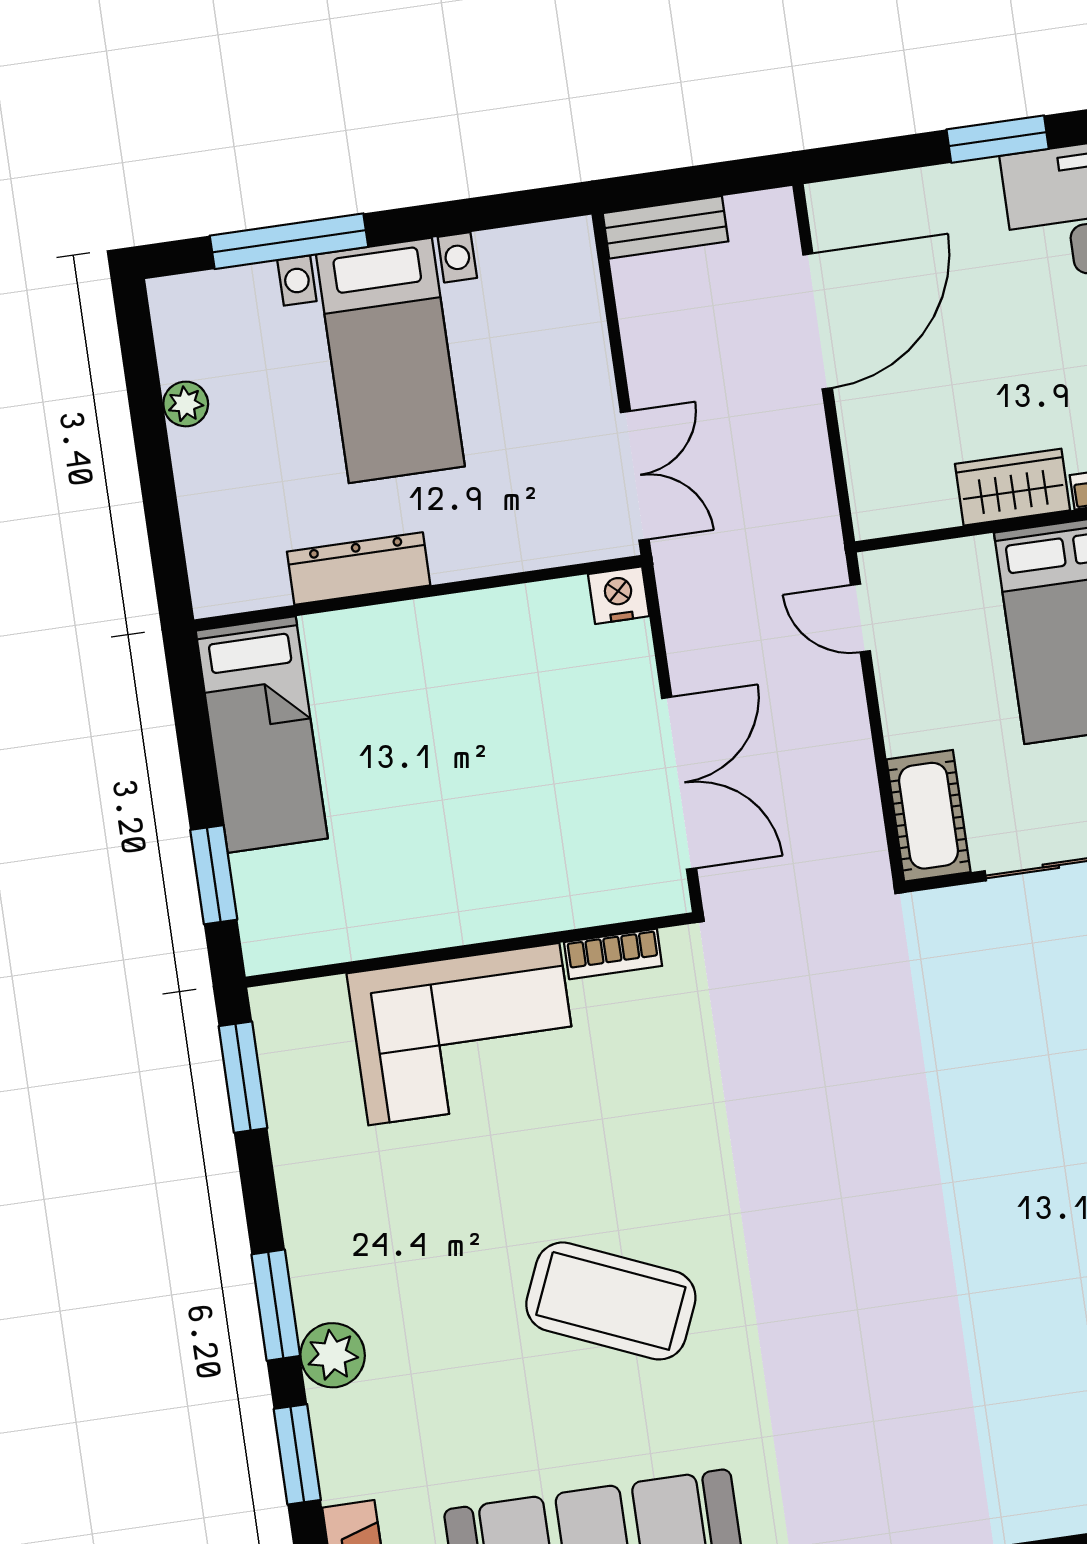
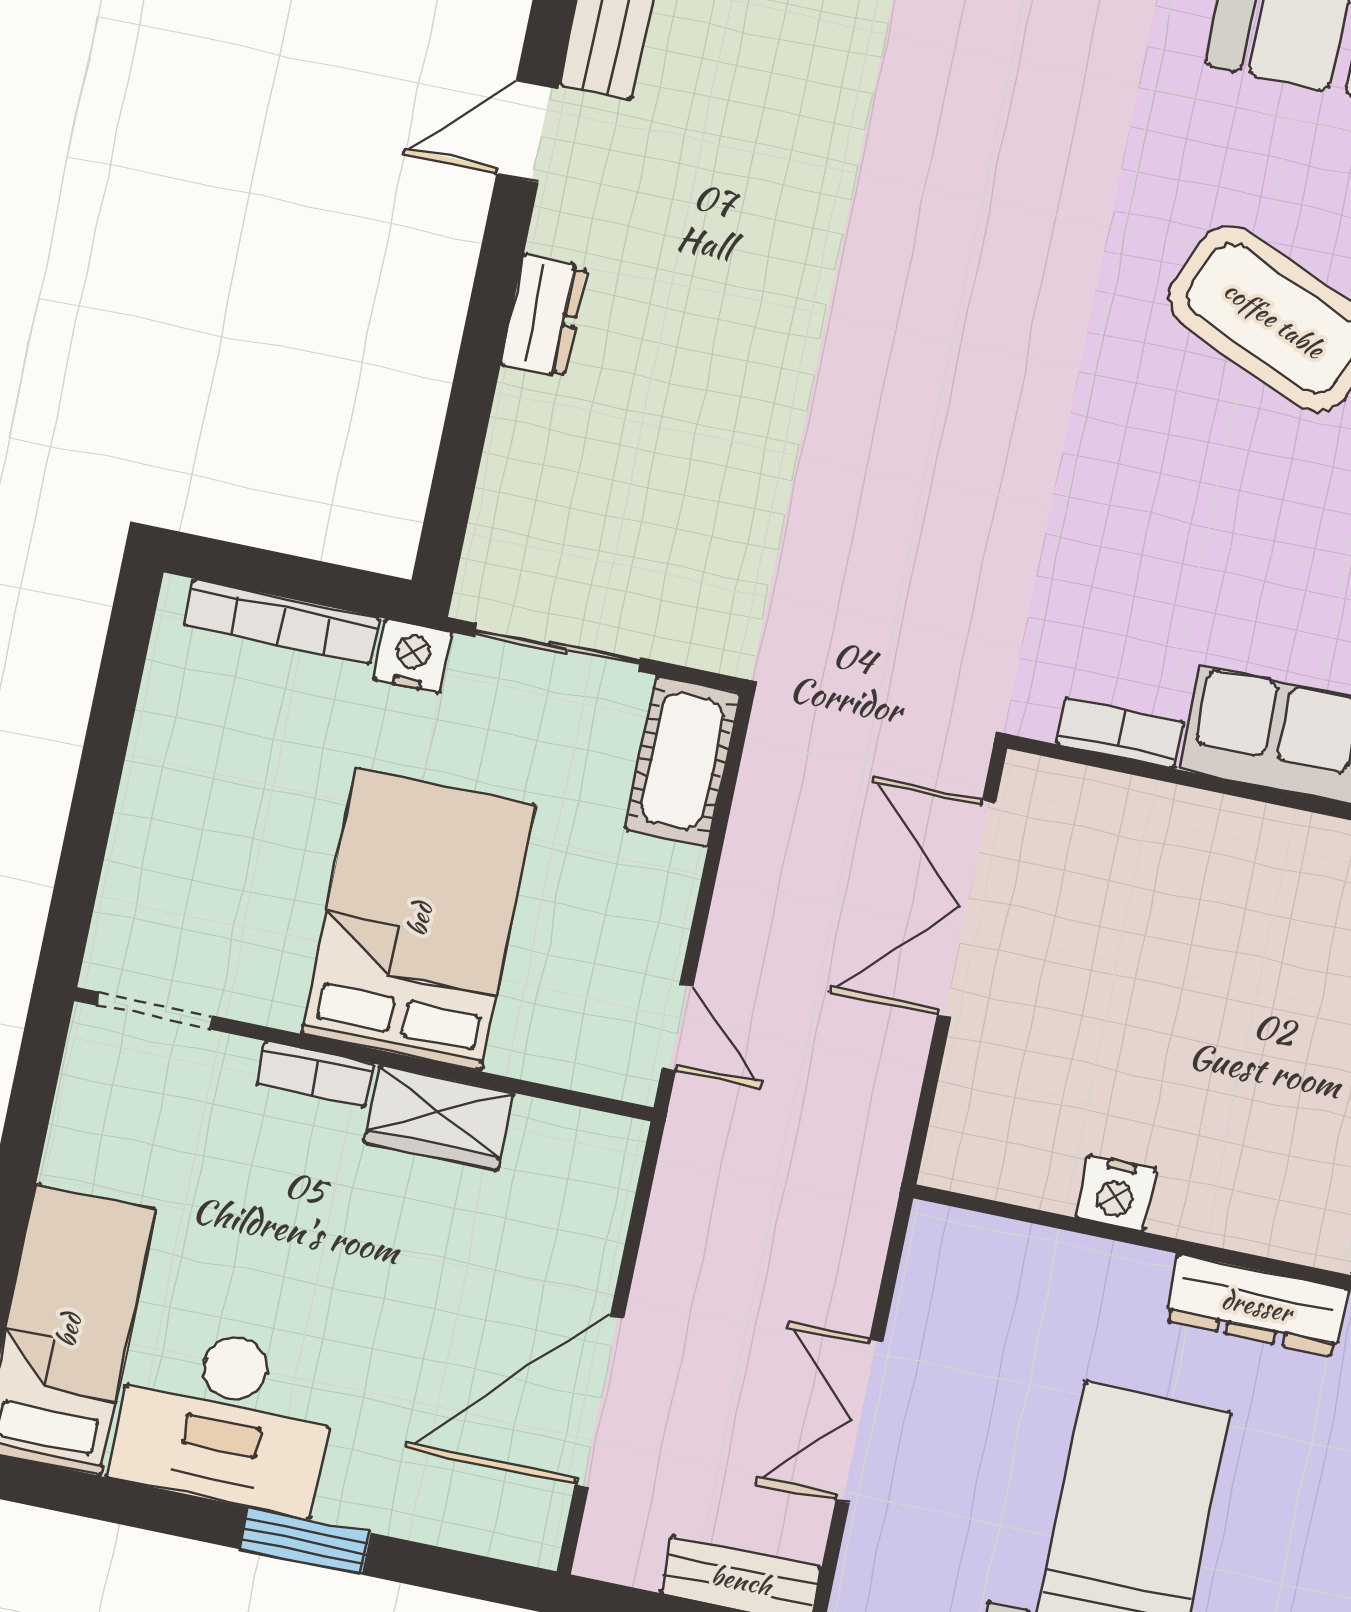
double door: (635, 476) -> (860, 1421), moved
nightstand: (619, 595) -> (1116, 1193), moved

